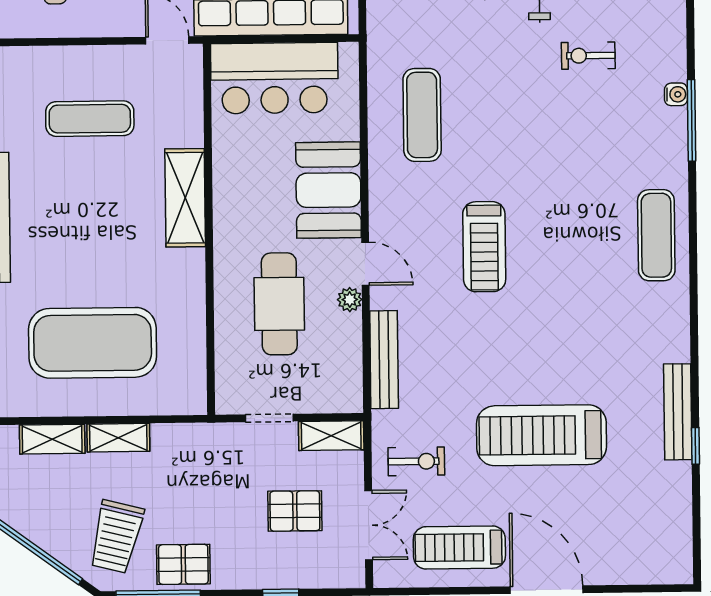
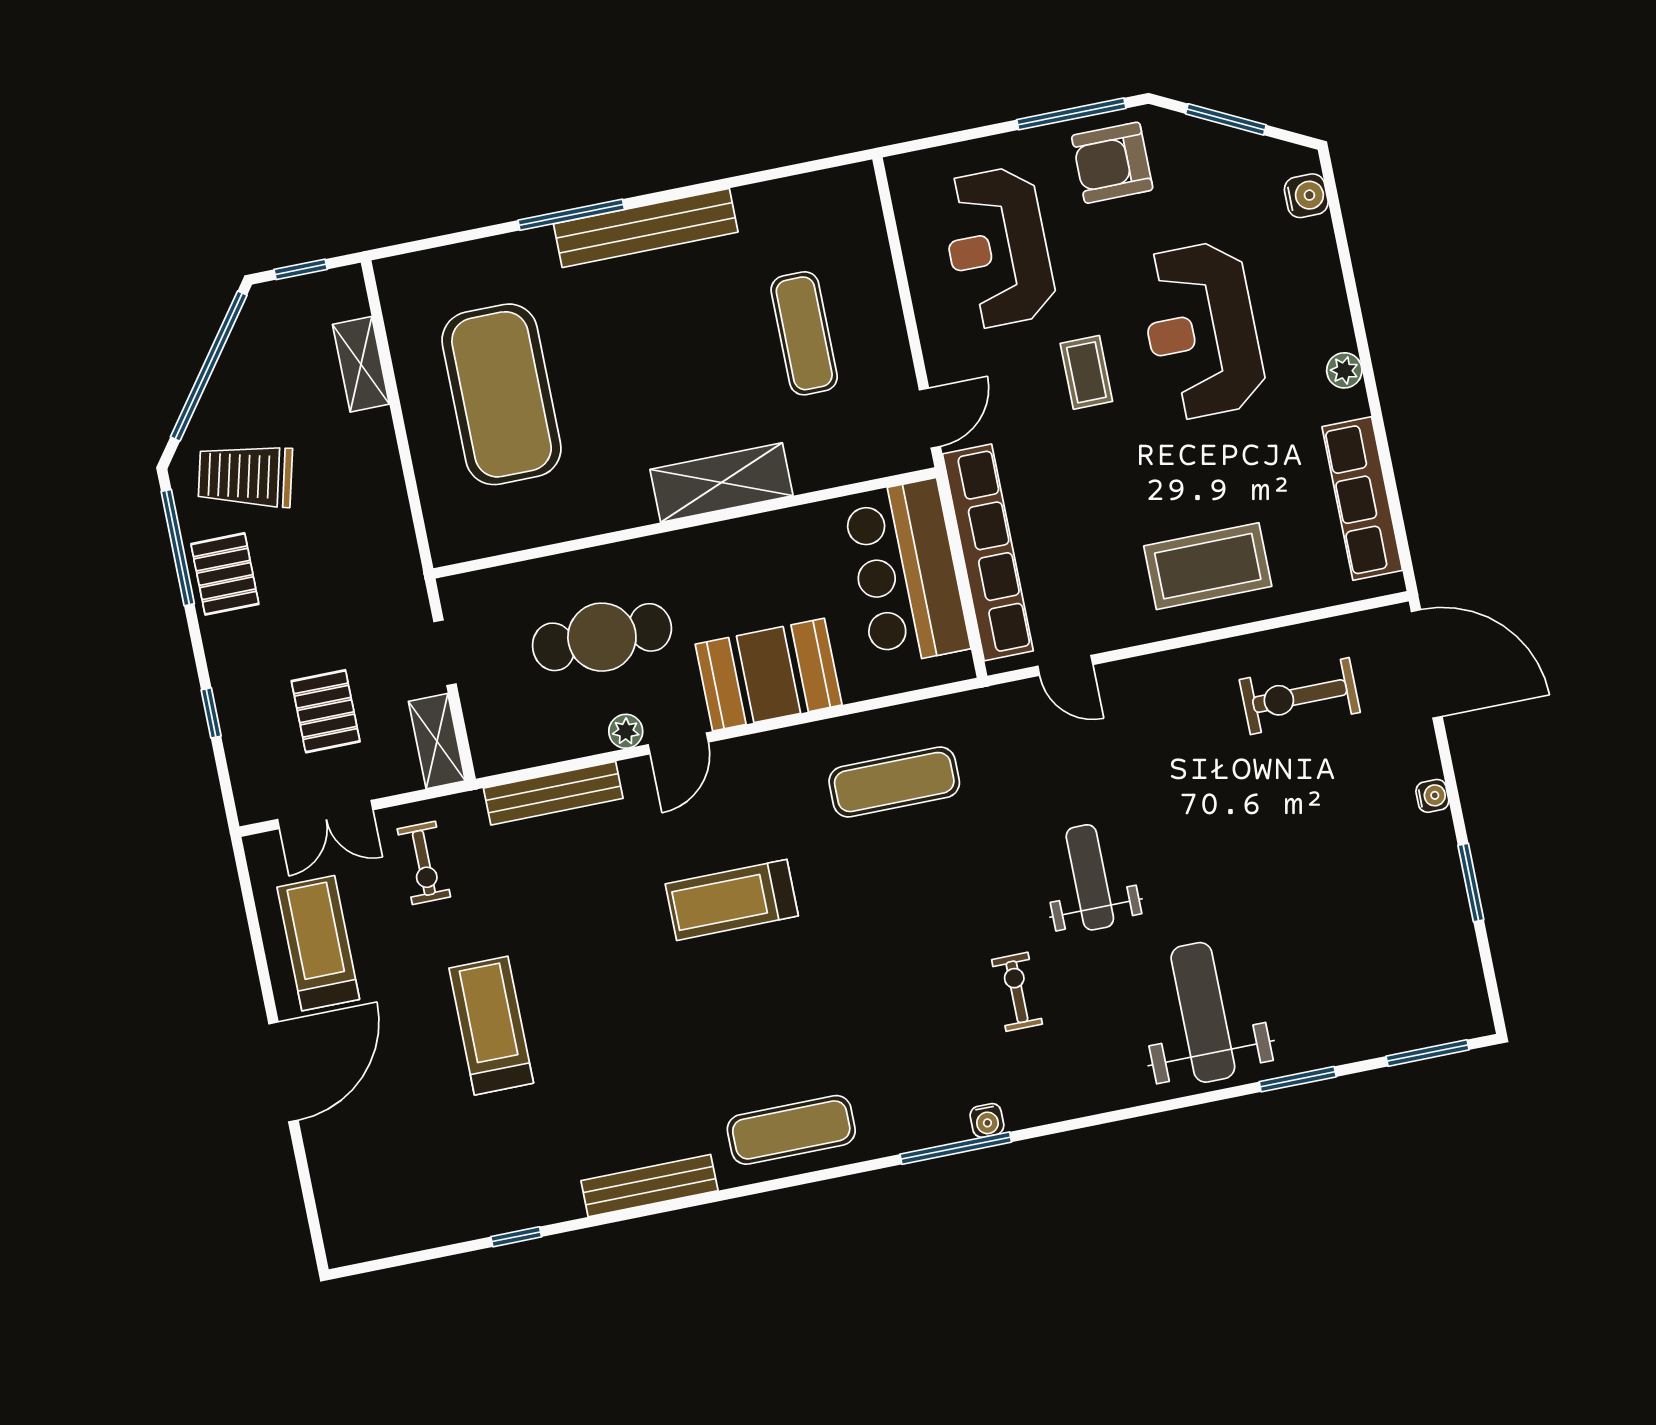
bench: (678, 412) -> (649, 1186), moved
treadmill: (541, 435) -> (491, 1026), width x0.73, depth x0.73
shelving: (118, 438) -> (380, 453), removed

